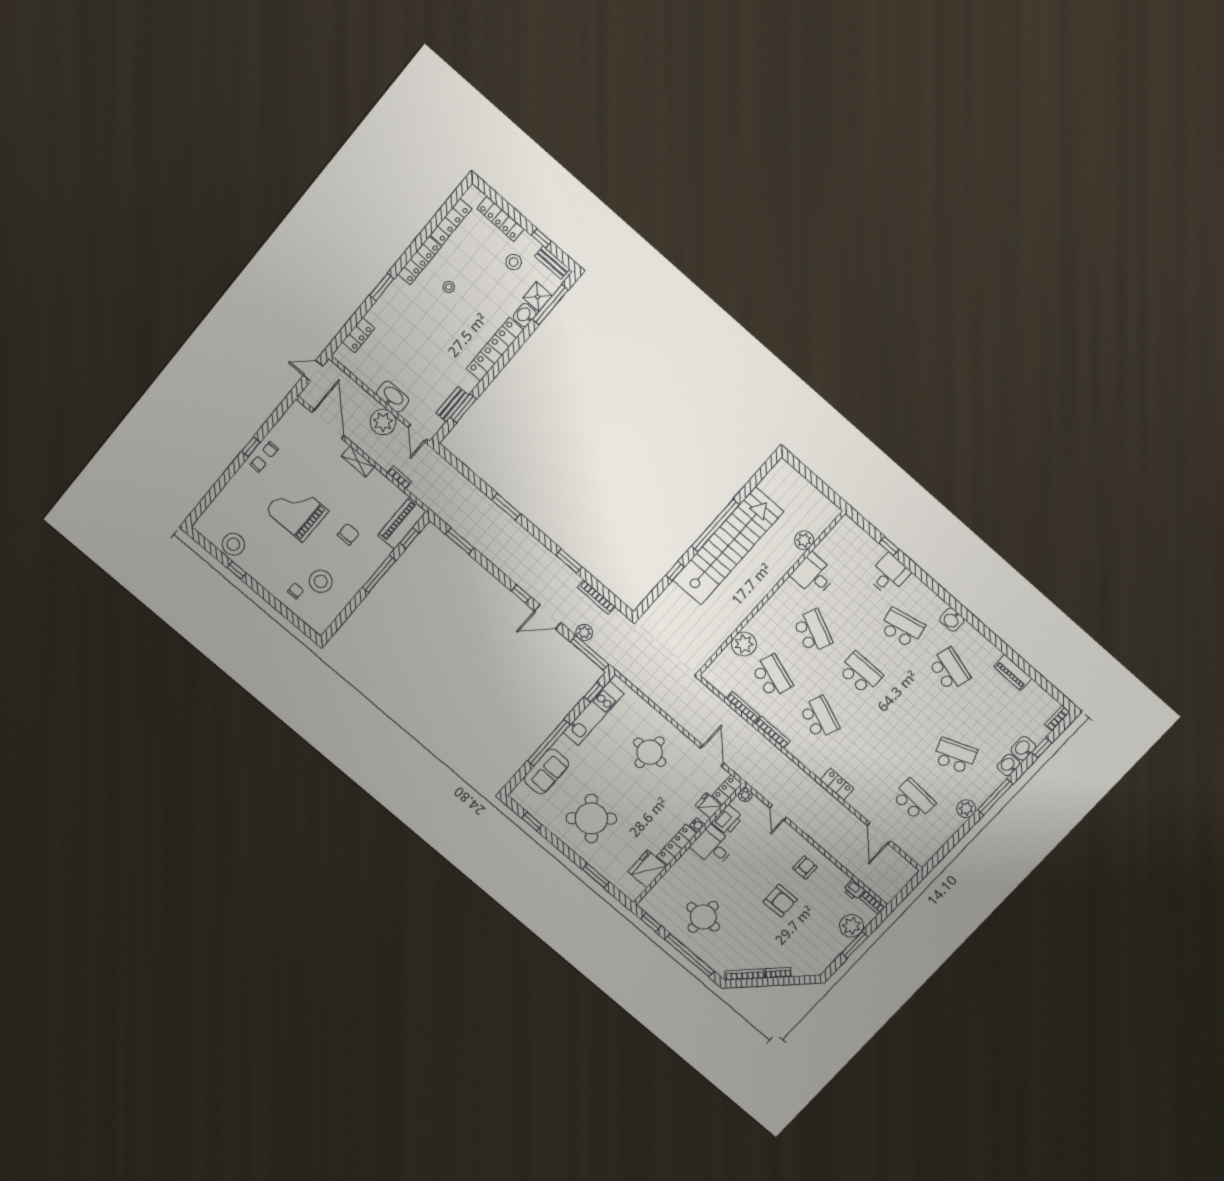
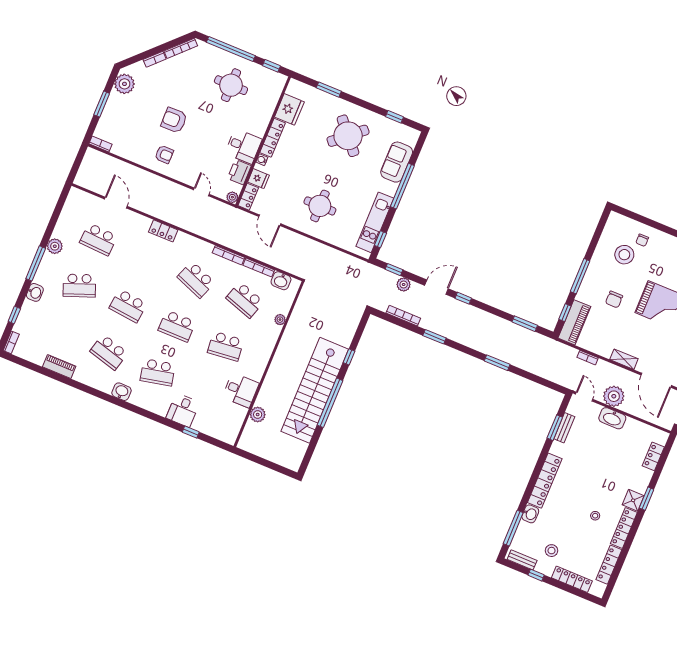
shower: (538, 297) -> (633, 500), moved
school desk: (813, 631) -> (226, 346), turned -30
plant: (744, 644) -> (280, 320), width x0.53, depth x0.53
window: (590, 653) -> (394, 270), width x0.46
school desk: (908, 714) -> (128, 306), added
washbasin: (1023, 748) -> (281, 281), moved, turned 90
armchair: (805, 867) -> (164, 154), turned -90
printer: (854, 890) -> (119, 149), removed
plant: (851, 926) -> (124, 84), moved

